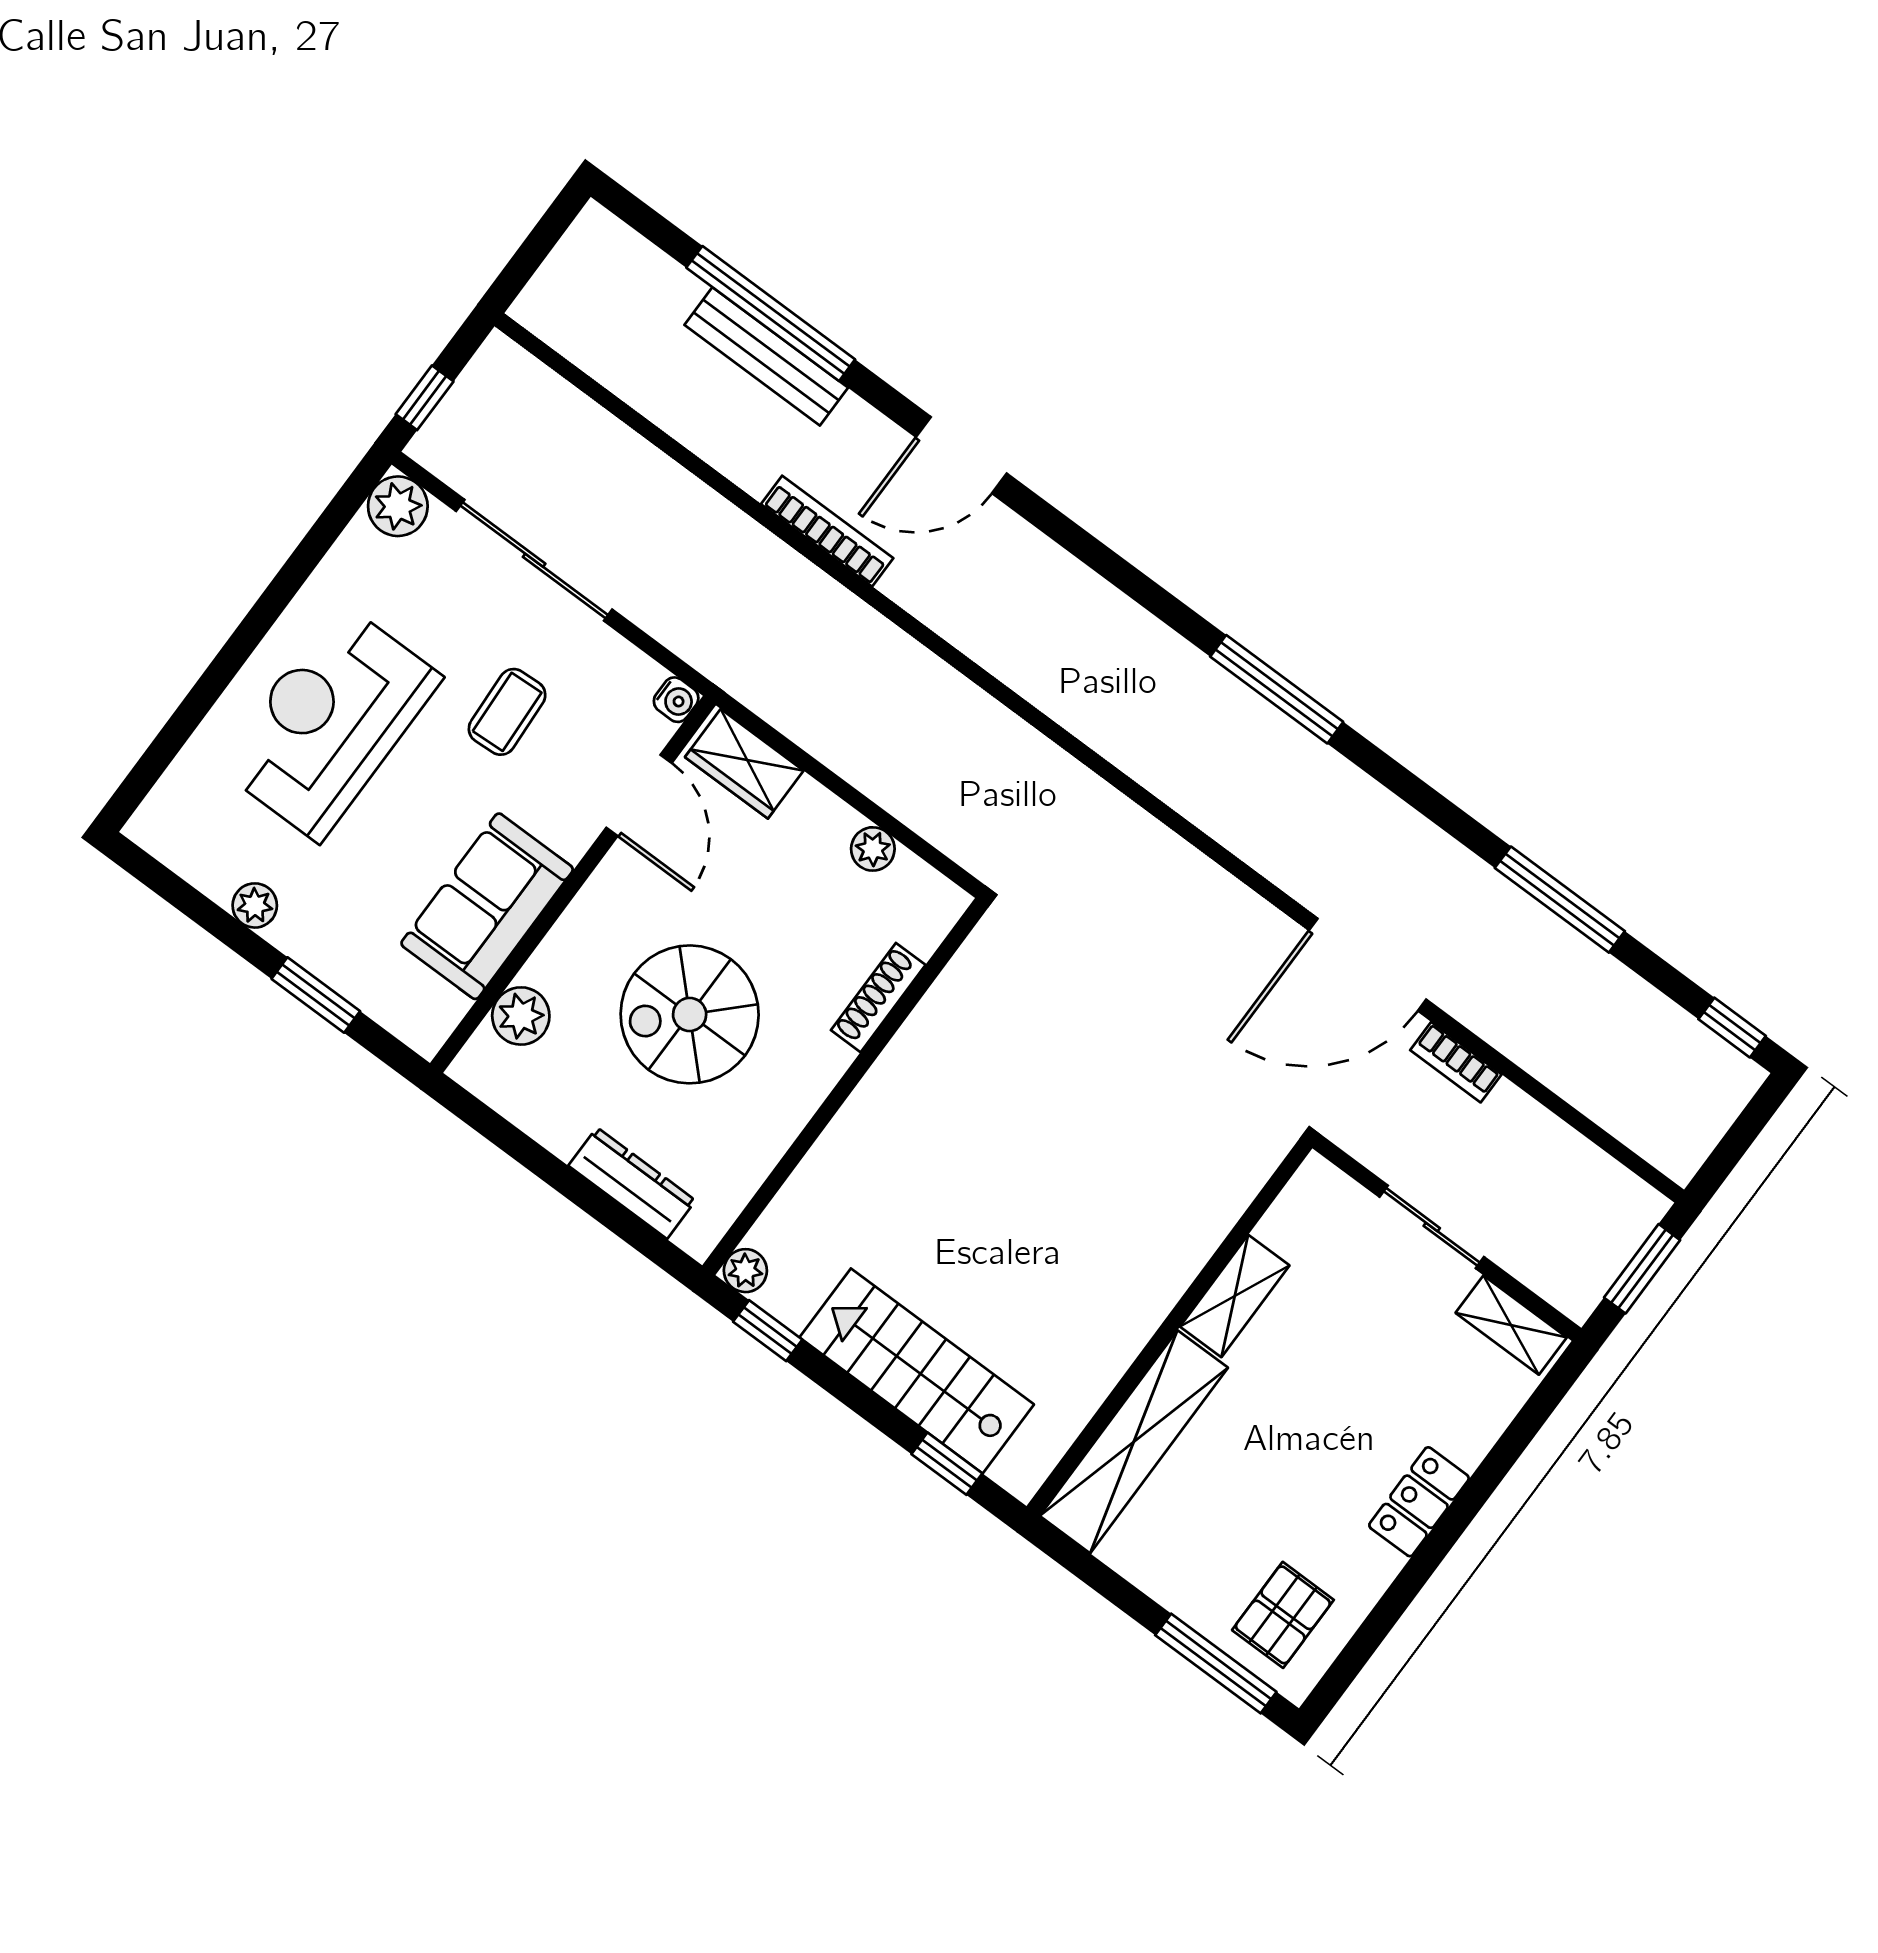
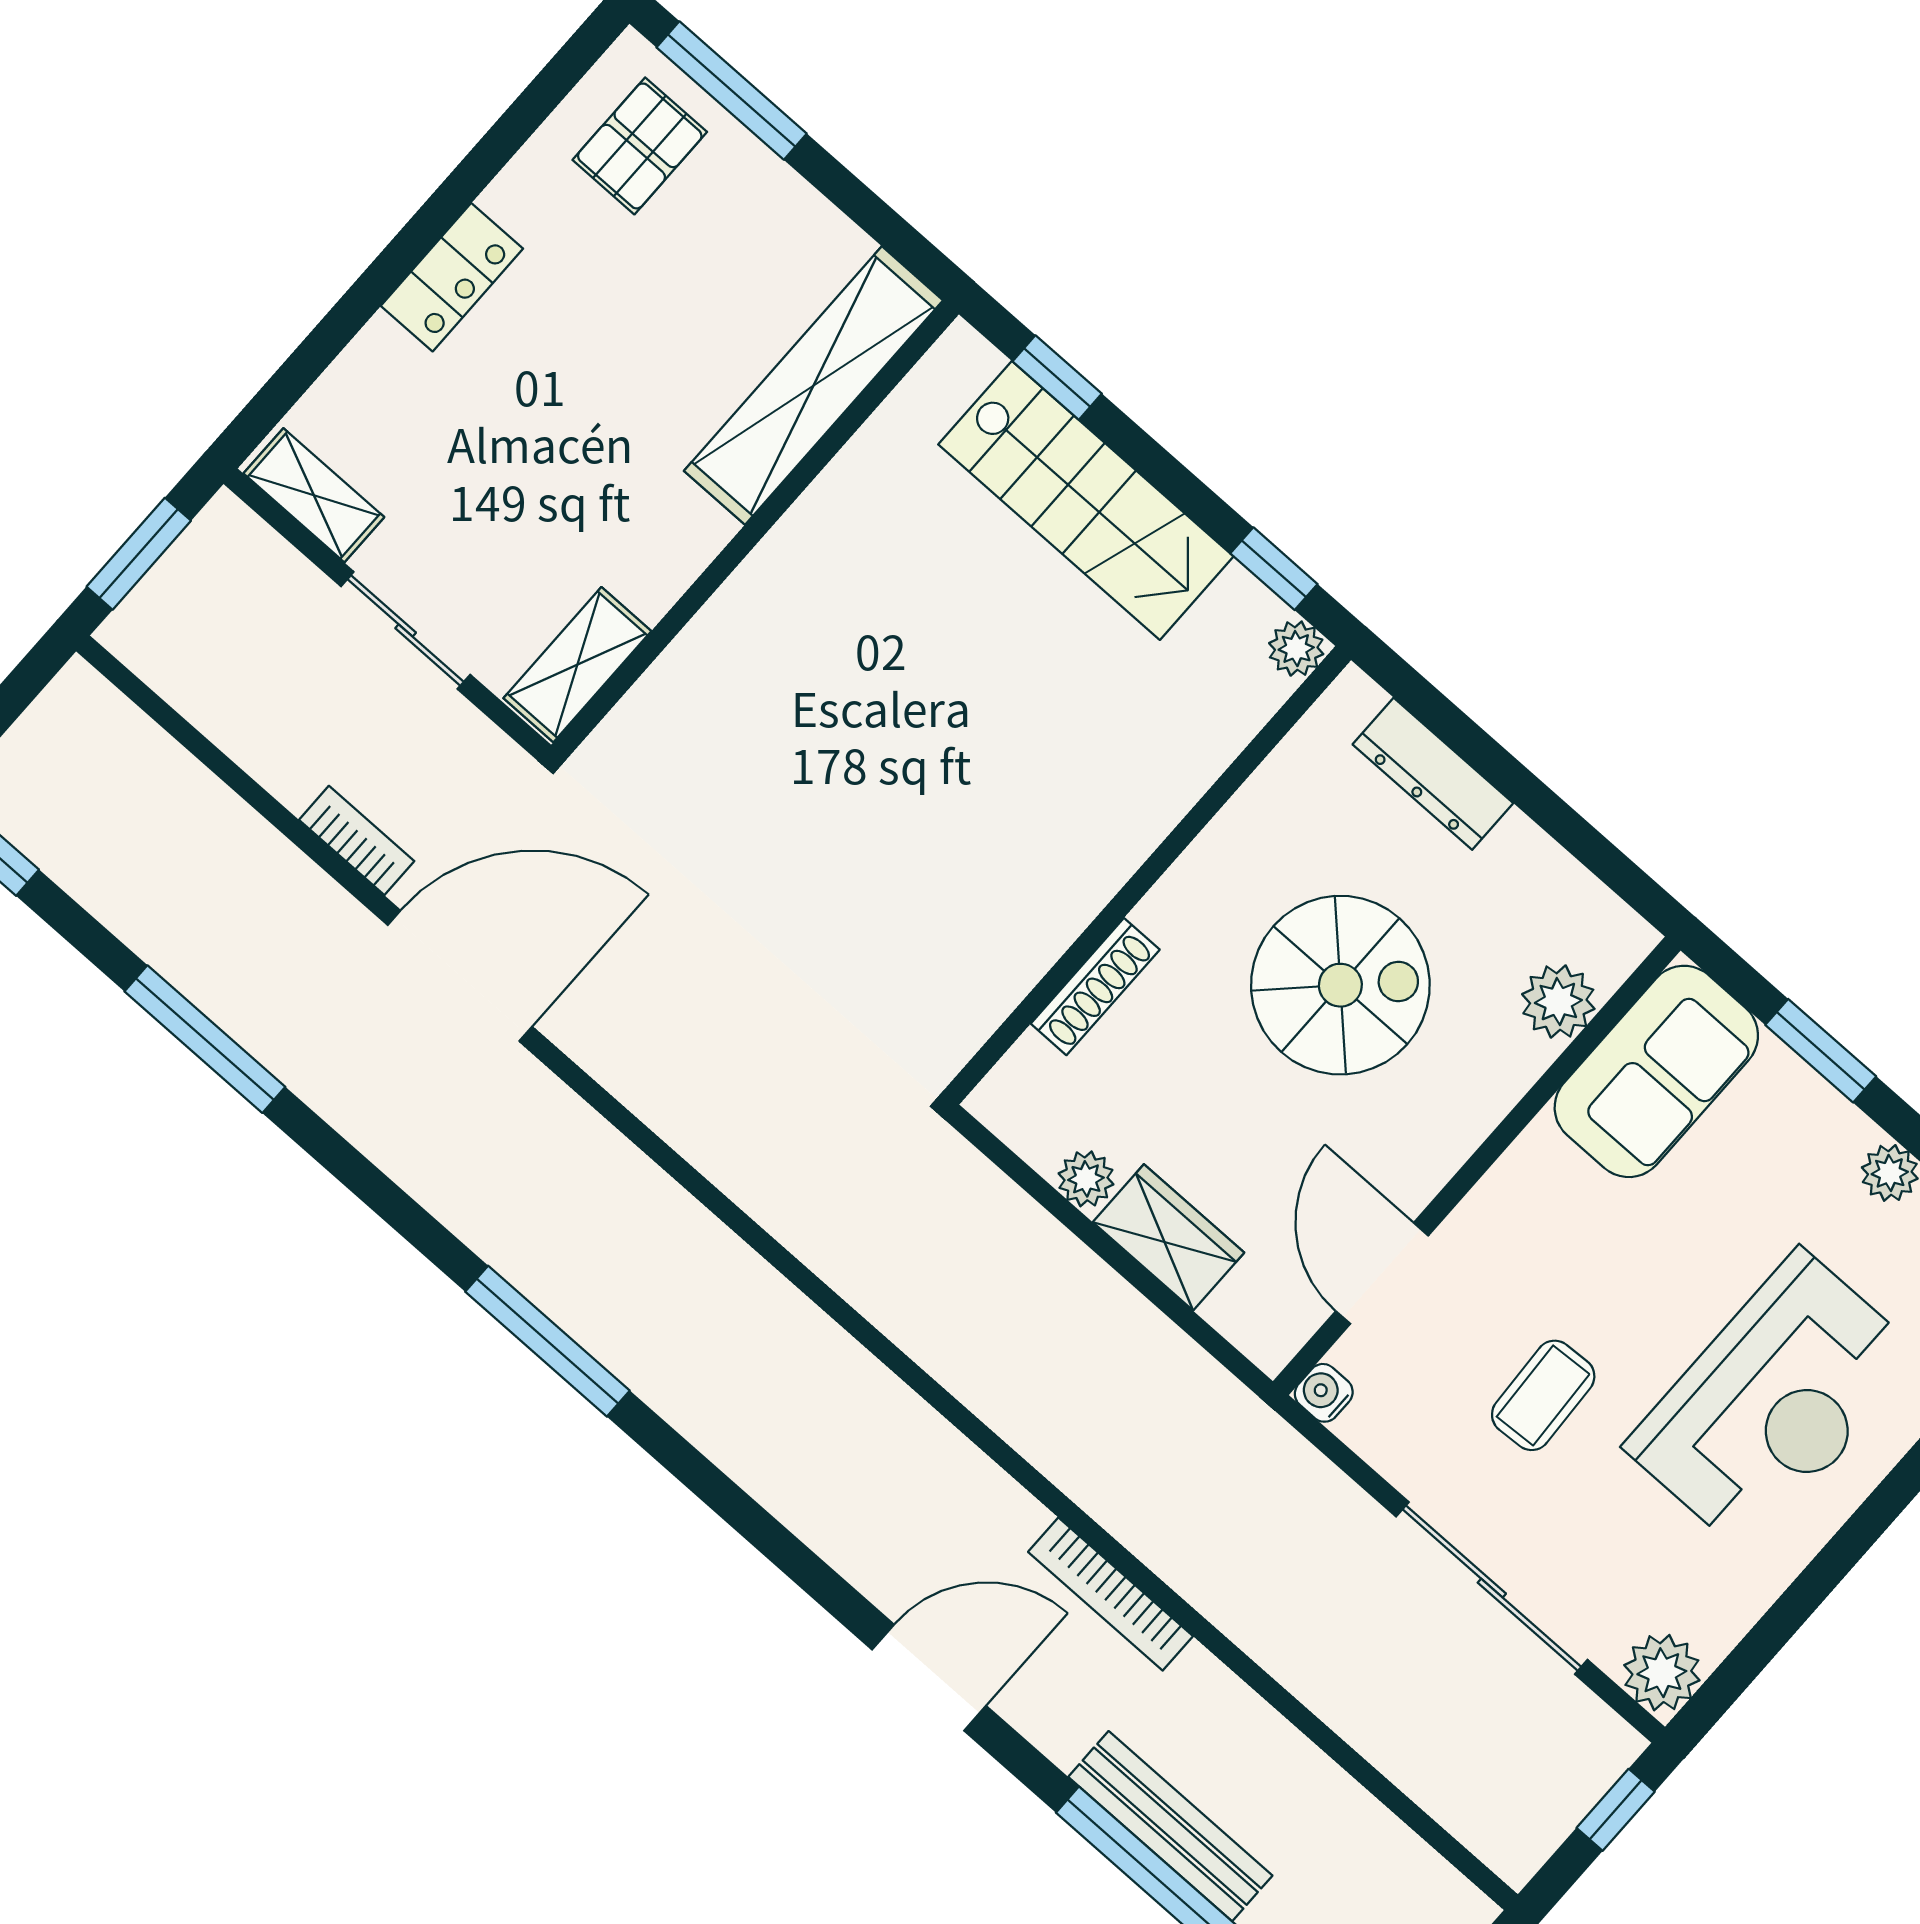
wardrobe: (744, 764) -> (1169, 1237), moved
sofa: (487, 906) -> (1656, 1071), moved
shelving: (1235, 1296) -> (577, 665), moved

